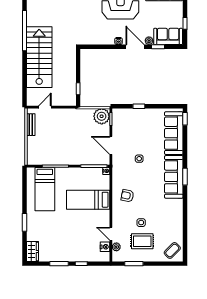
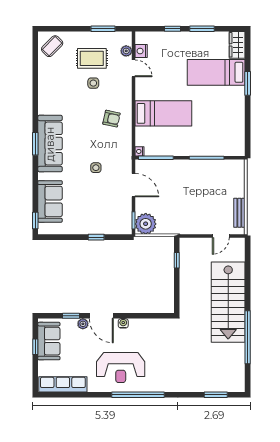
sofa: (168, 36) -> (49, 341), moved, turned -90
sofa: (174, 133) -> (50, 201), width x0.73
bed: (45, 189) -> (216, 72), moved, turned -90

